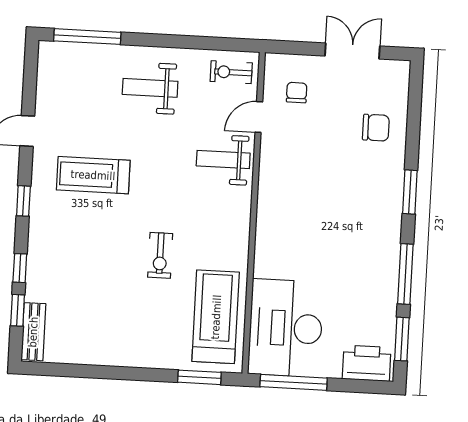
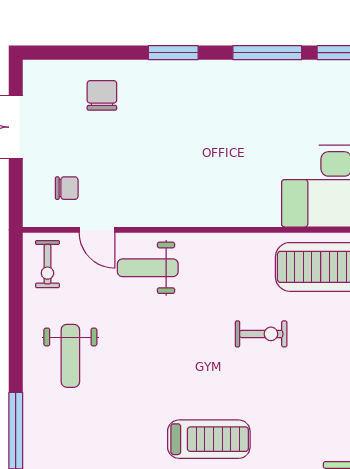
chair: (297, 93) -> (67, 188), turned 180
weight bench: (223, 160) -> (148, 268), turned 90
treadmill: (93, 175) -> (209, 439), moved, turned -90

